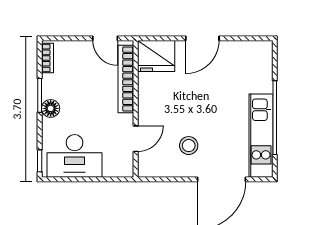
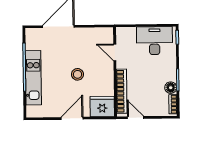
floor lamp: (51, 108) -> (171, 88), moved
kitchen unit: (261, 136) -> (33, 78), moved
door: (136, 139) -> (115, 52), hinge flipped
stool: (189, 146) -> (77, 74), moved

